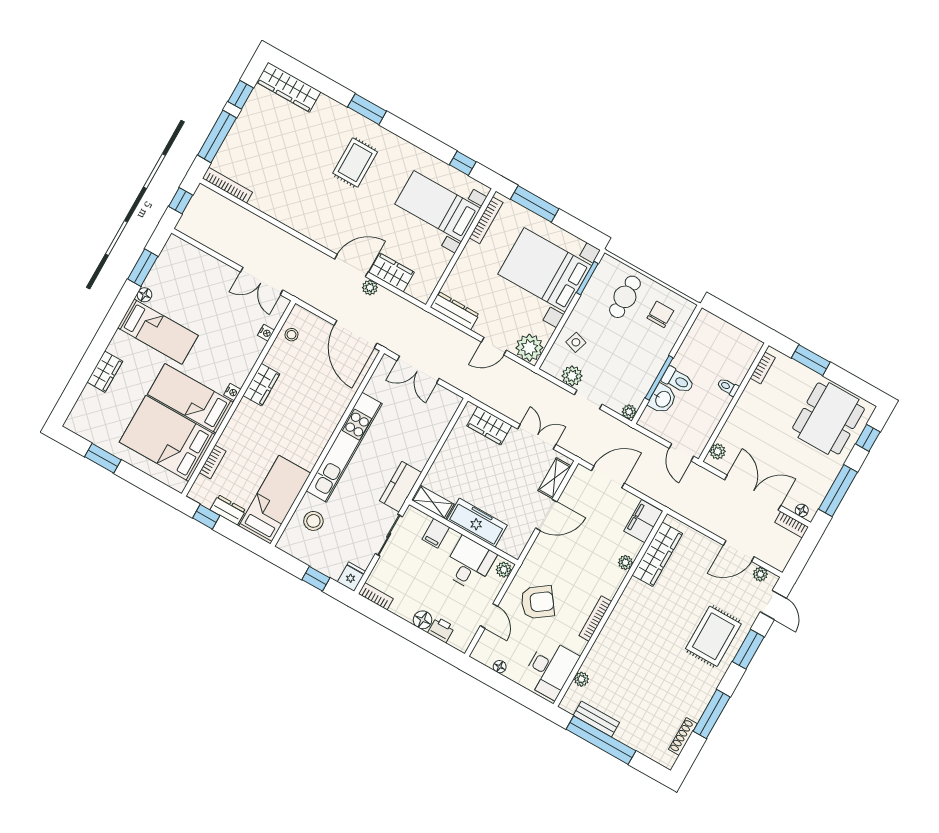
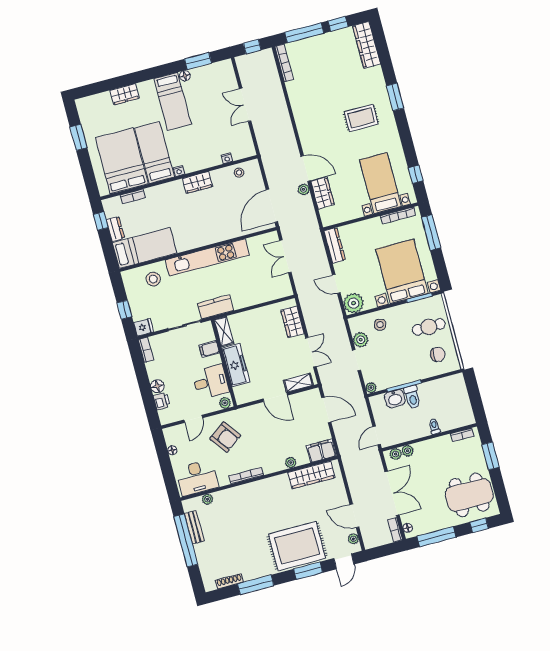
double door: (262, 281) -> (245, 105), moved
plant: (726, 436) -> (408, 451), added
rug: (713, 636) -> (297, 546), width x1.37, depth x1.44

